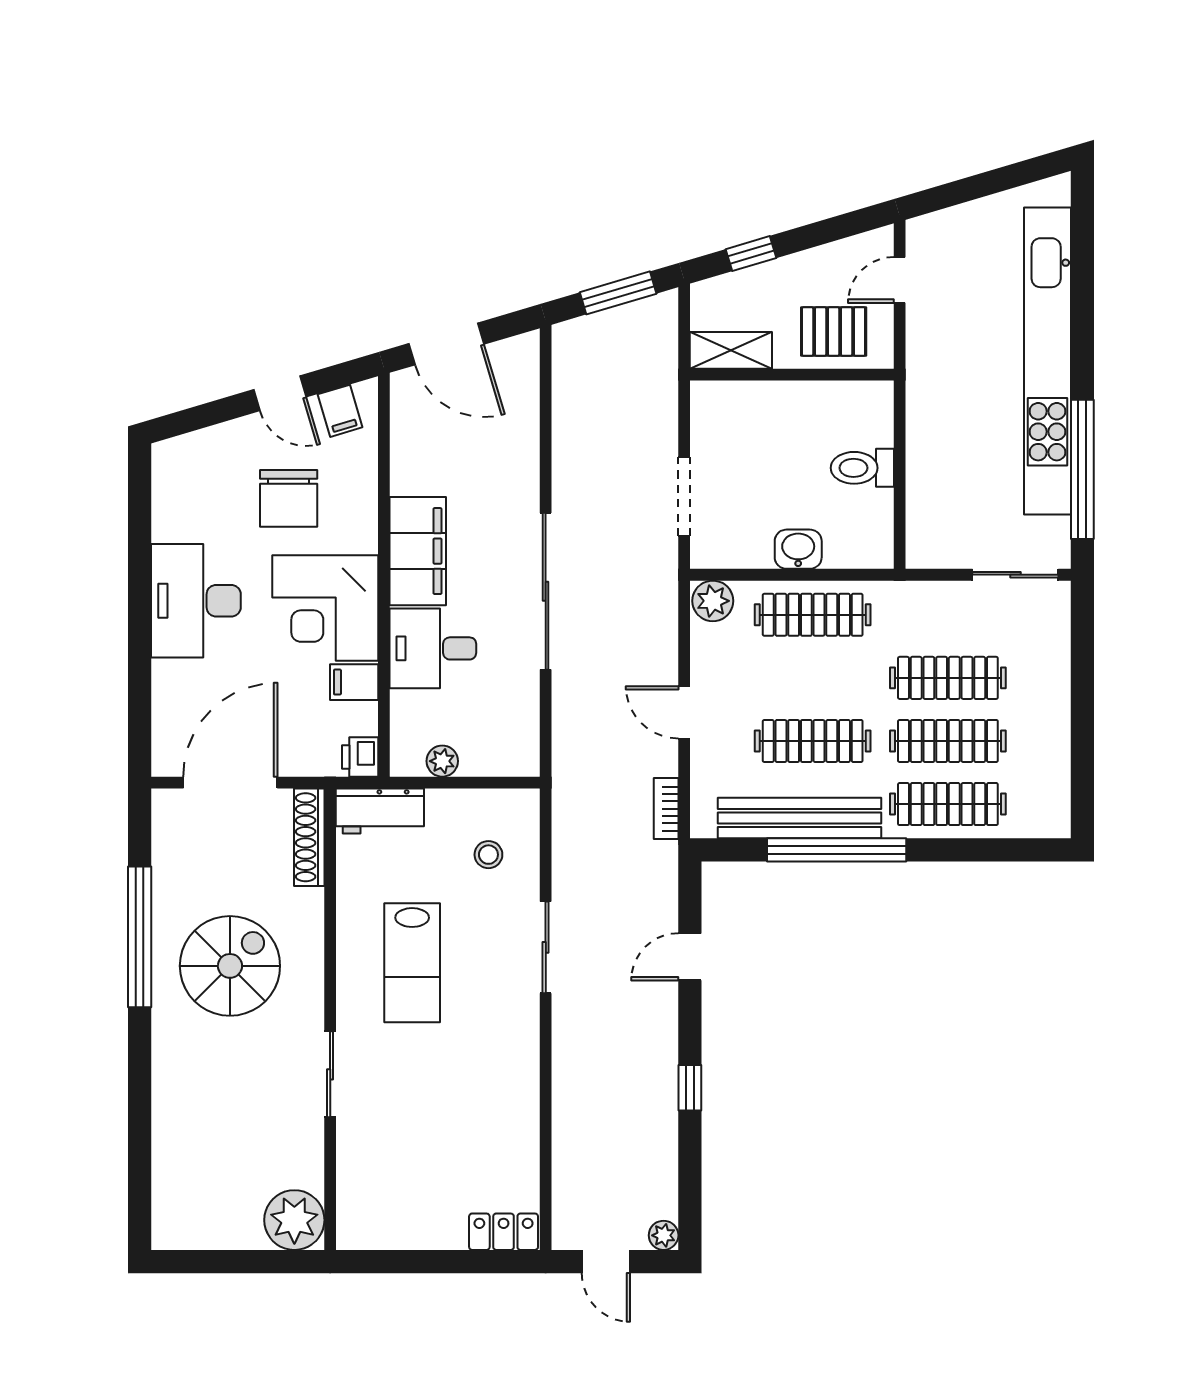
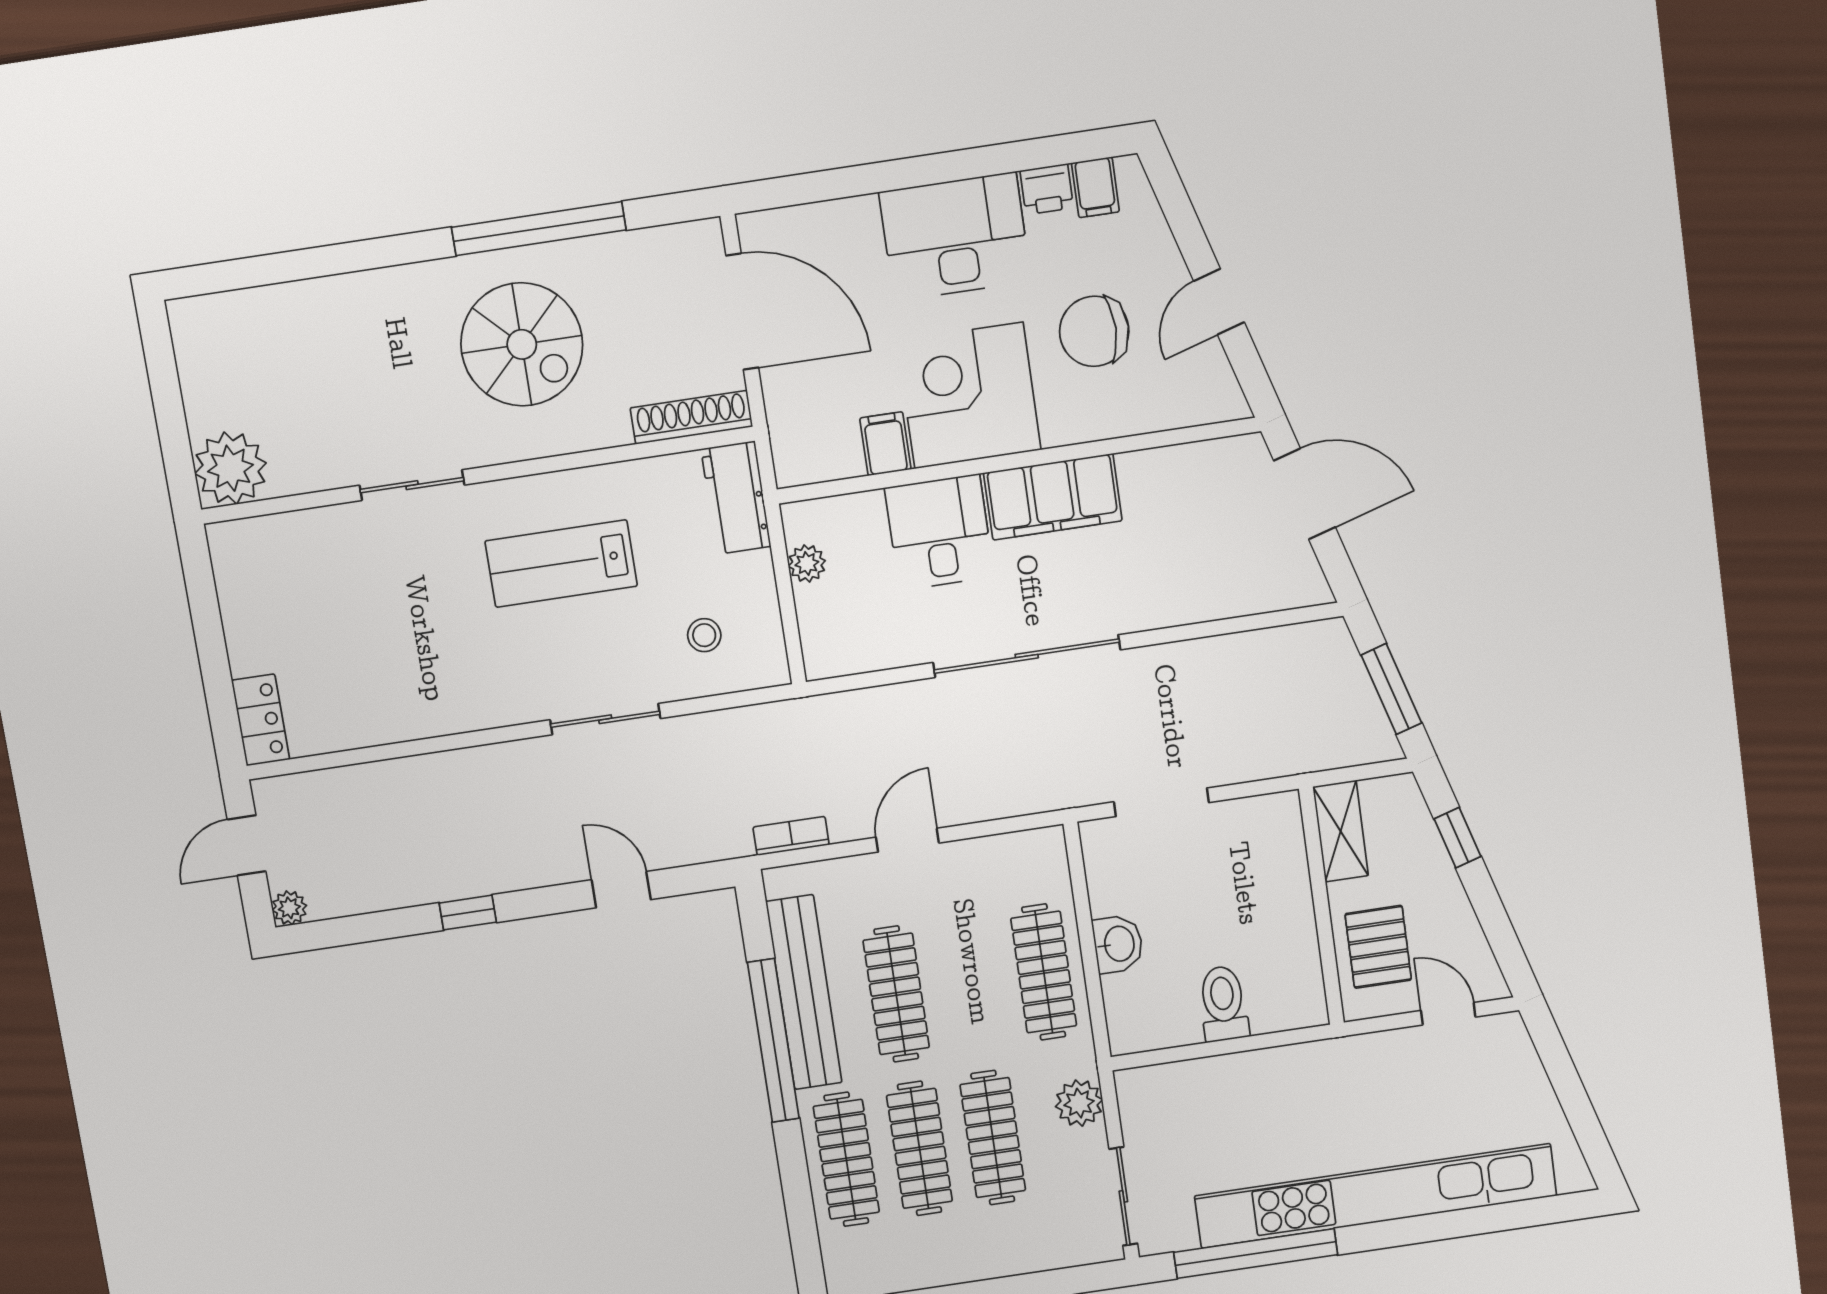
door: (446, 344) -> (1305, 494), swing flipped
filing cabinet: (340, 411) -> (1095, 187), moved, turned -73
plant: (713, 601) -> (1079, 1103), moved
printer: (360, 757) -> (1047, 189), moved, turned 180

